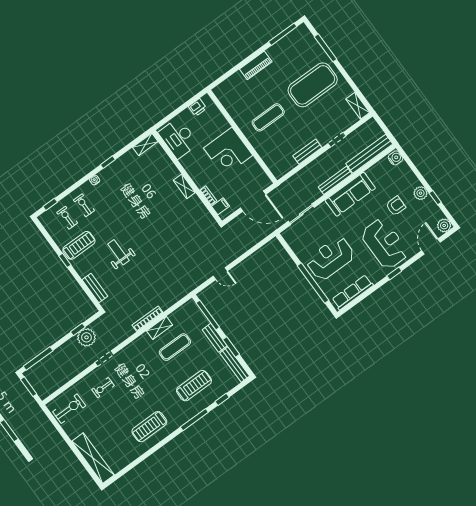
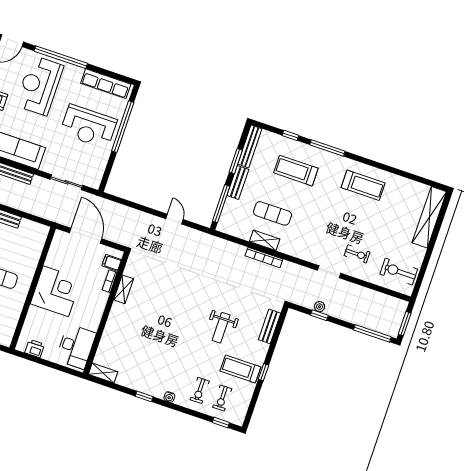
shelving: (184, 186) -> (124, 289), moved
window: (394, 273) -> (61, 57), width x3.17
plant: (86, 337) -> (320, 307), width x0.53, depth x0.53

